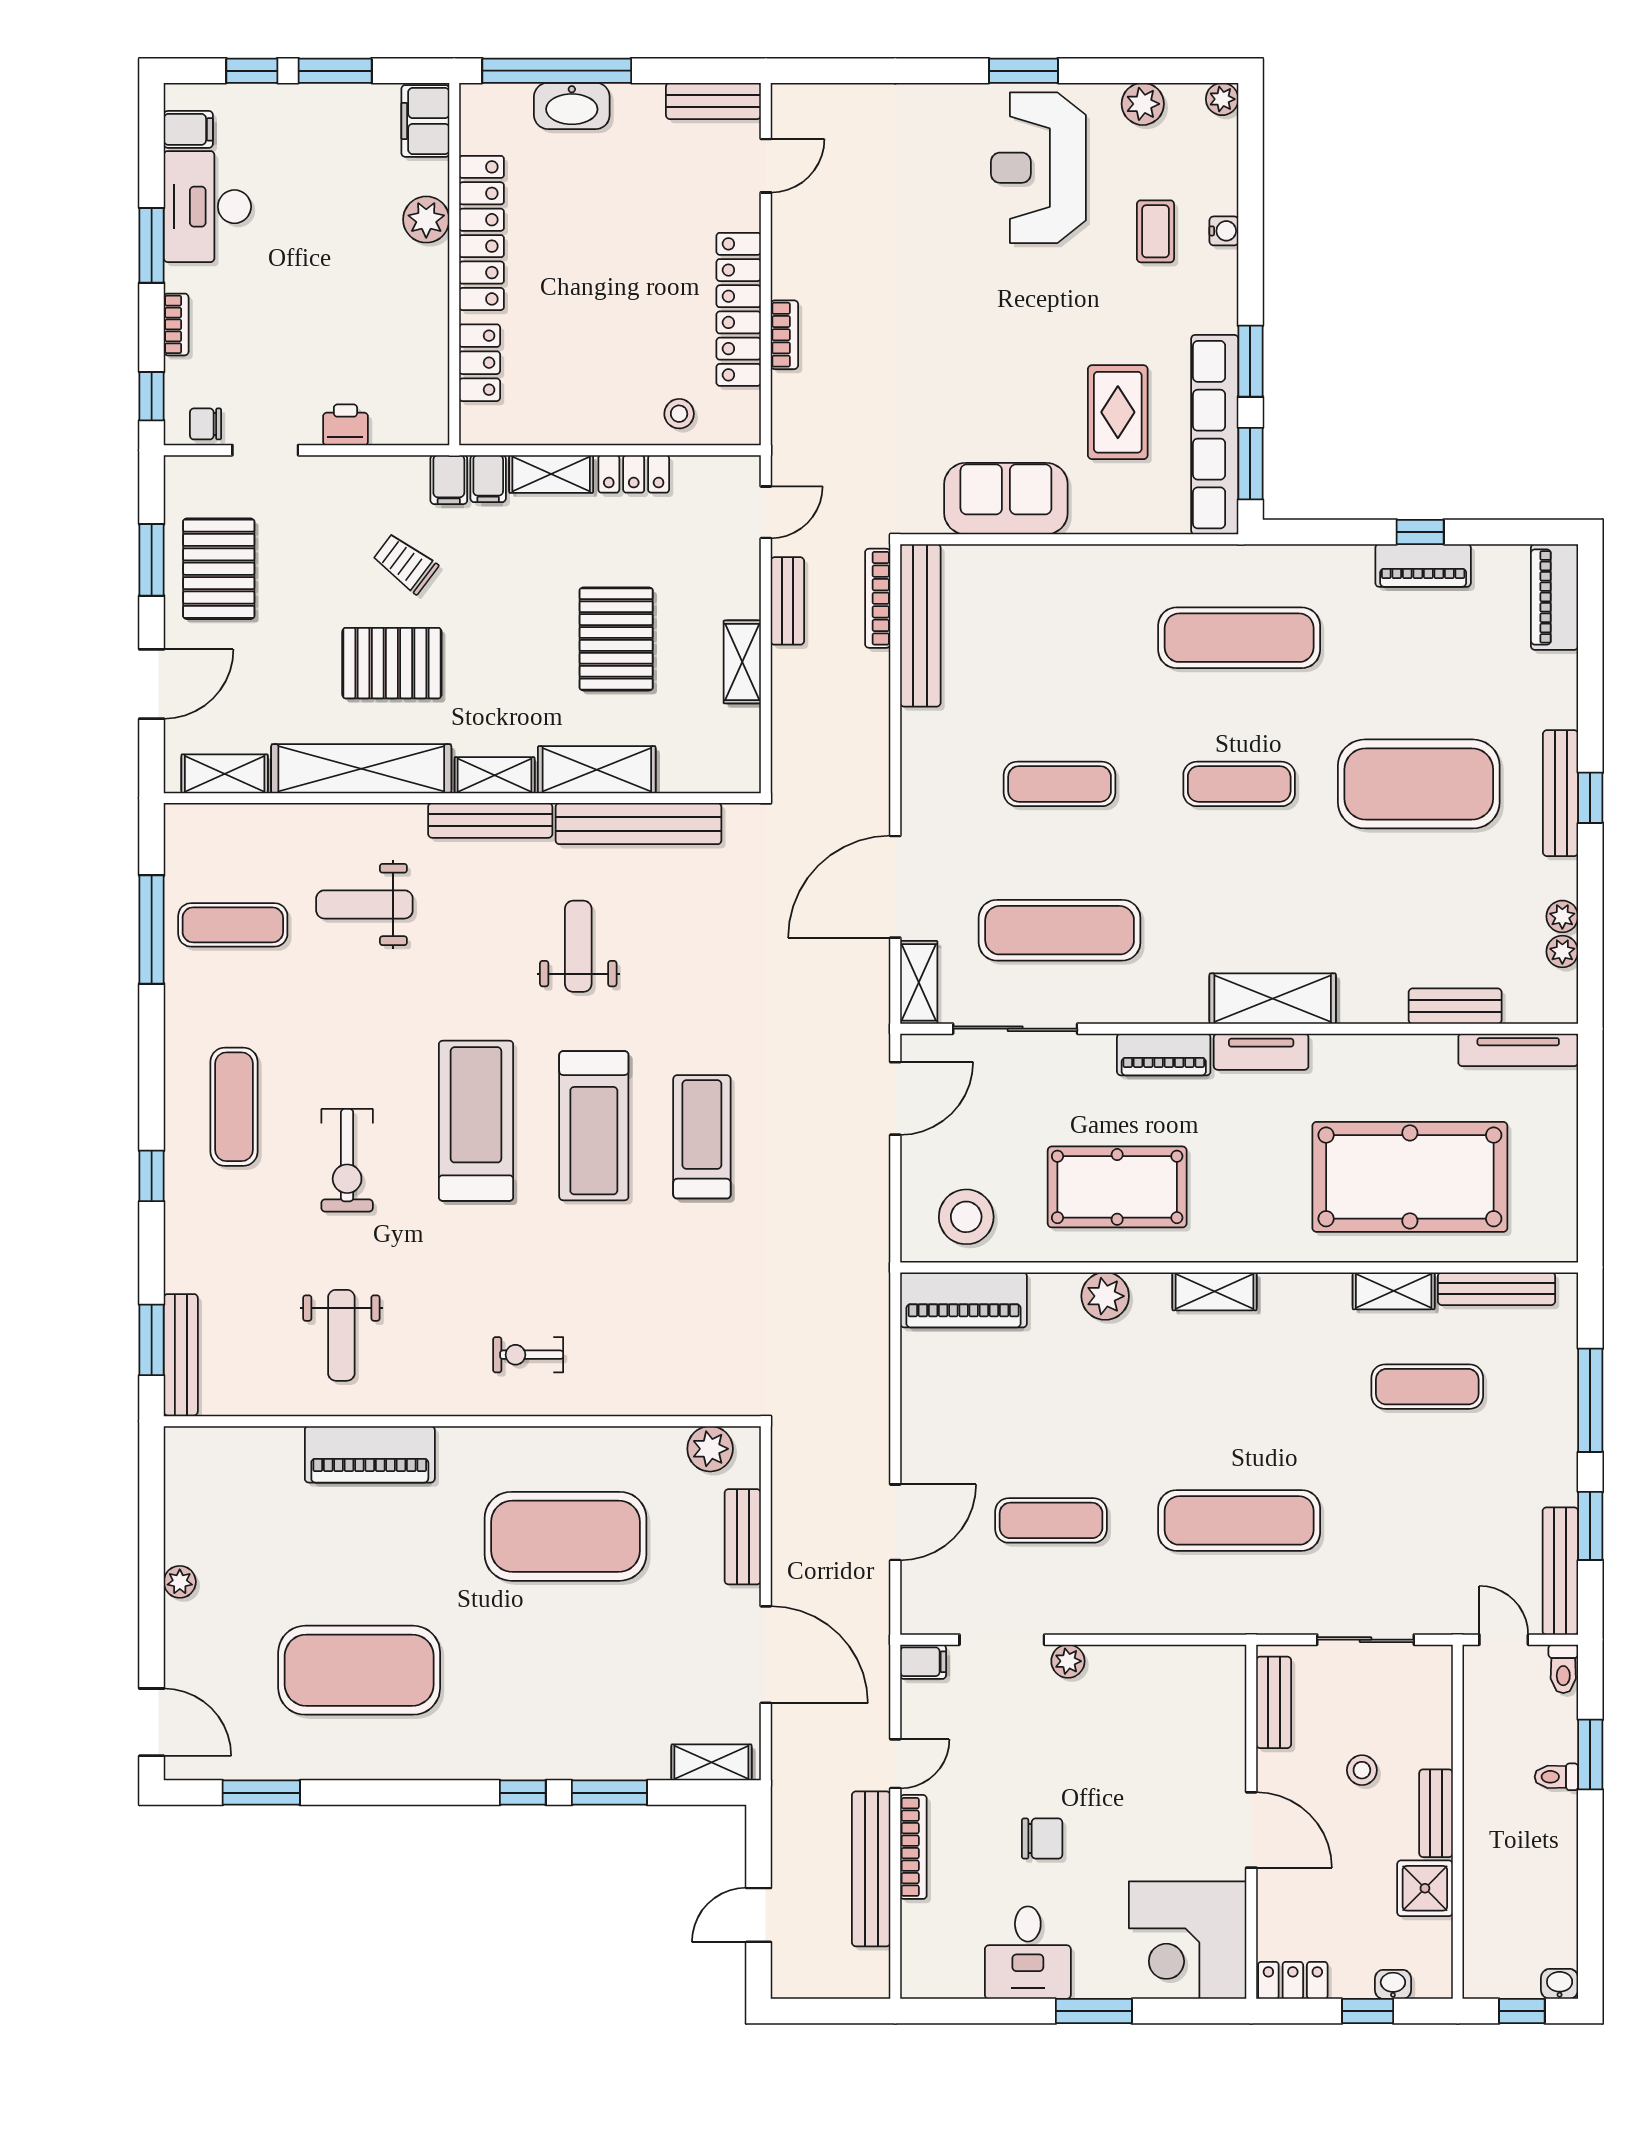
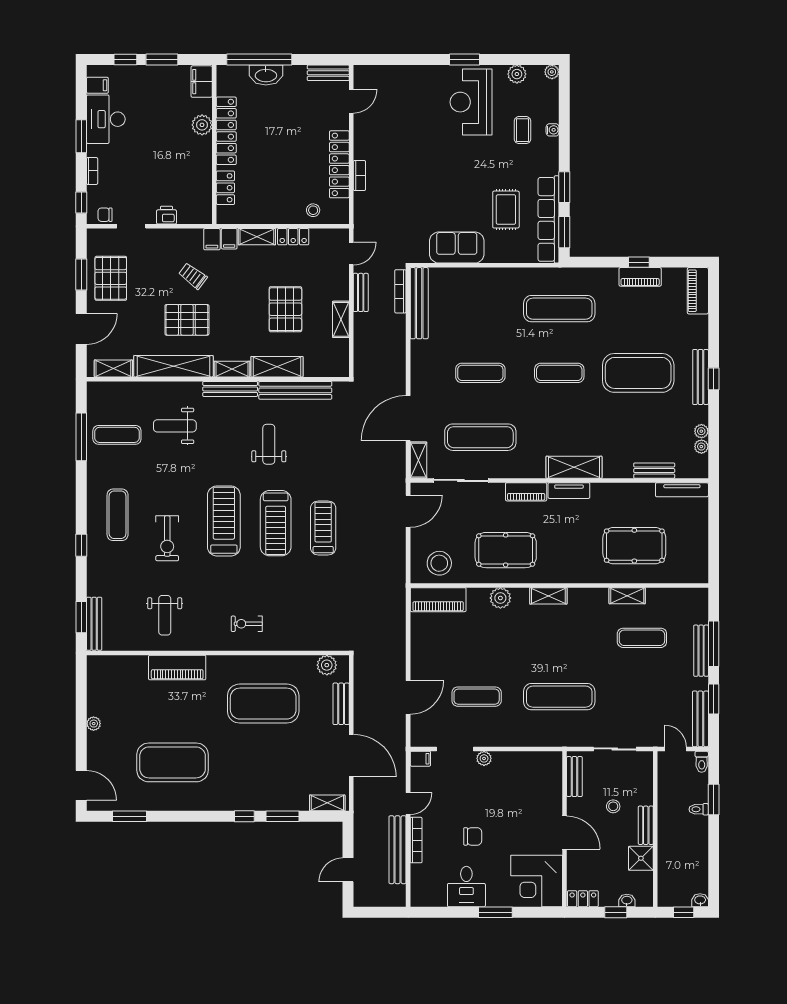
pool table: (1410, 1177) -> (634, 546), width x0.73, depth x0.76
bench: (1497, 1289) -> (701, 651), moved, turned 90

